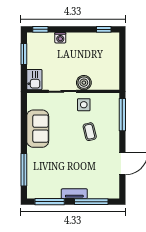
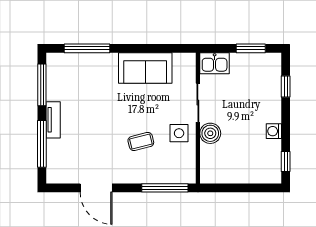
window: (40, 29) -> (286, 87), moved
washing machine: (60, 38) -> (274, 131), moved

